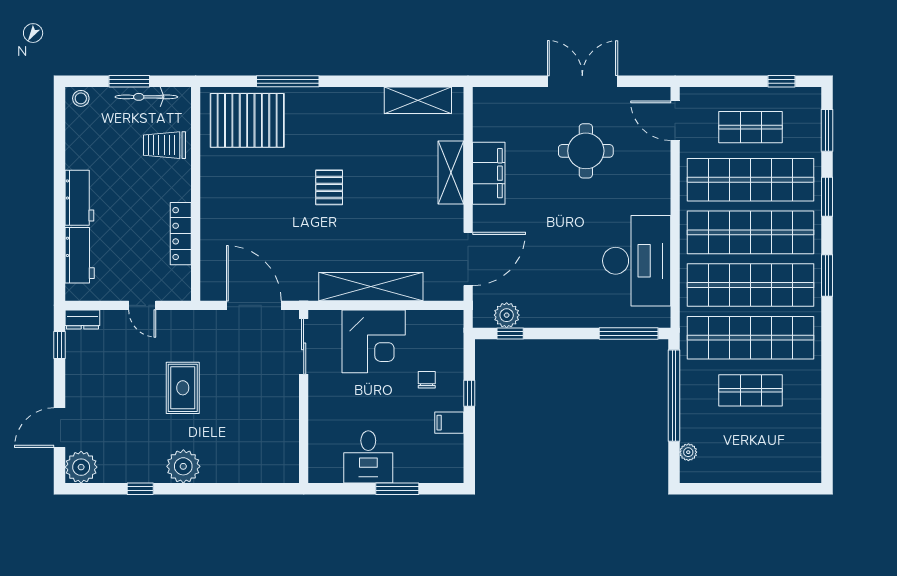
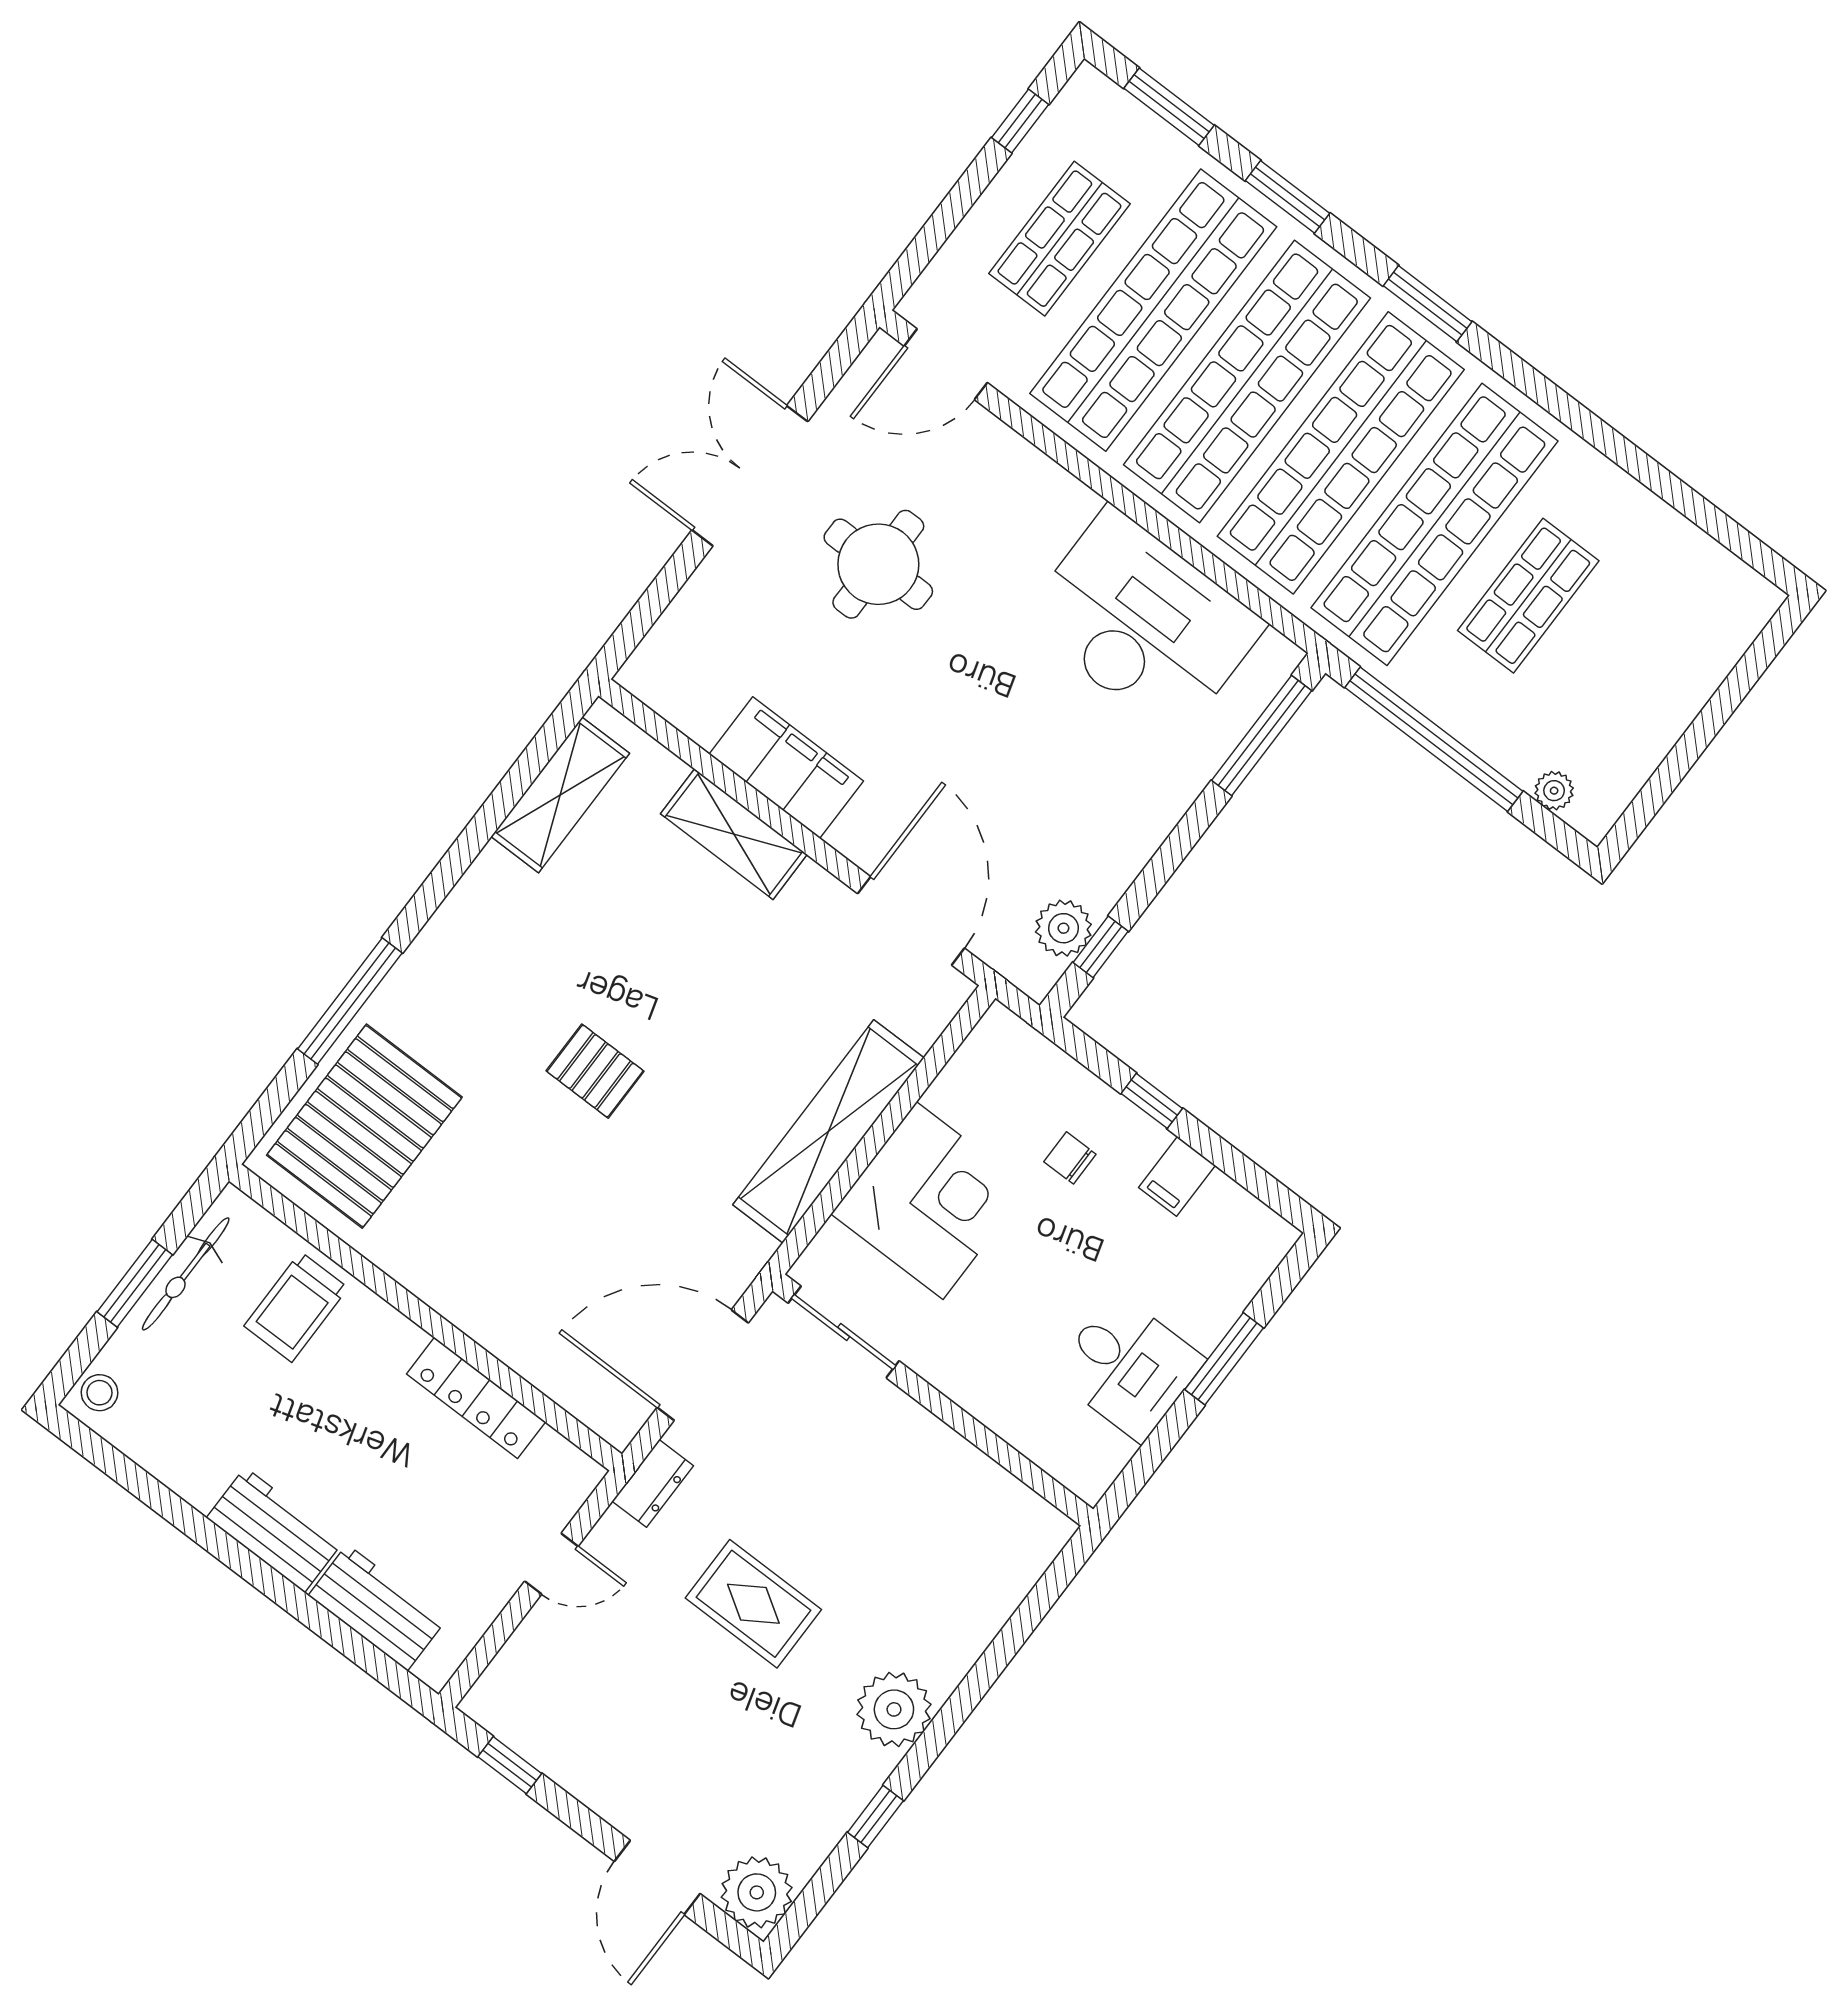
dresser: (82, 319) -> (653, 1483), moved

